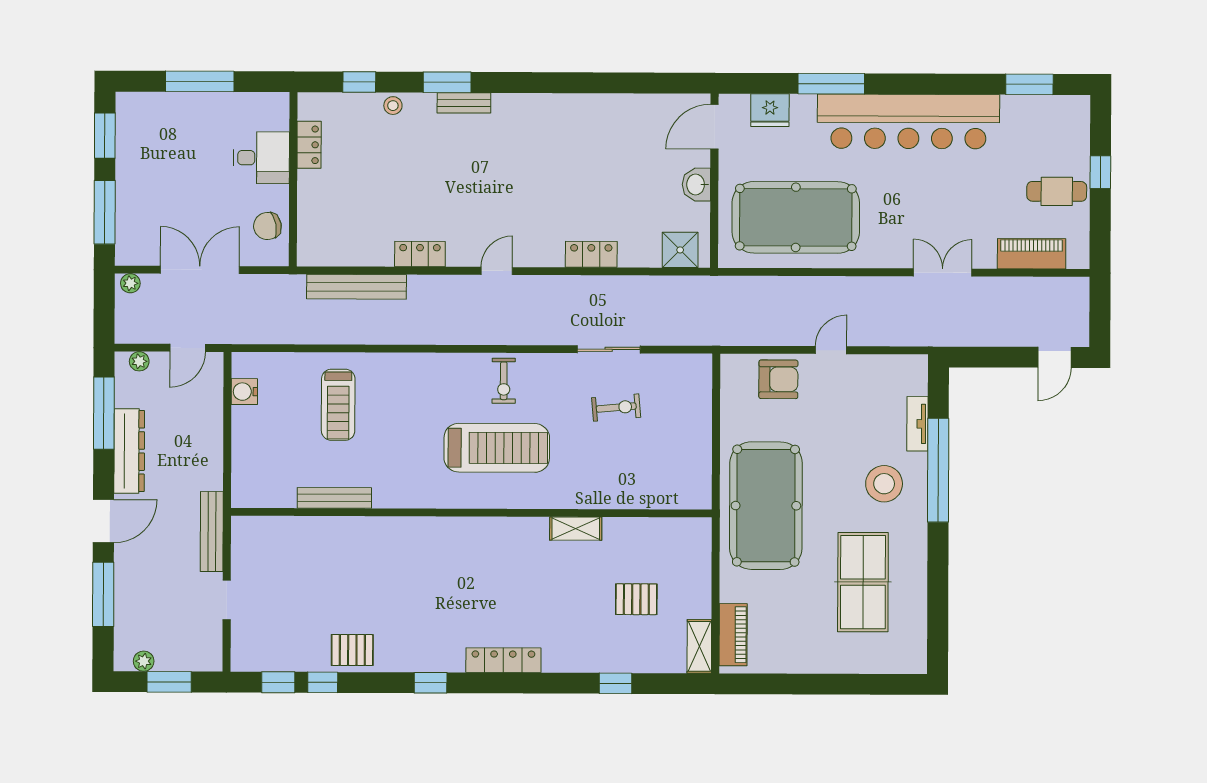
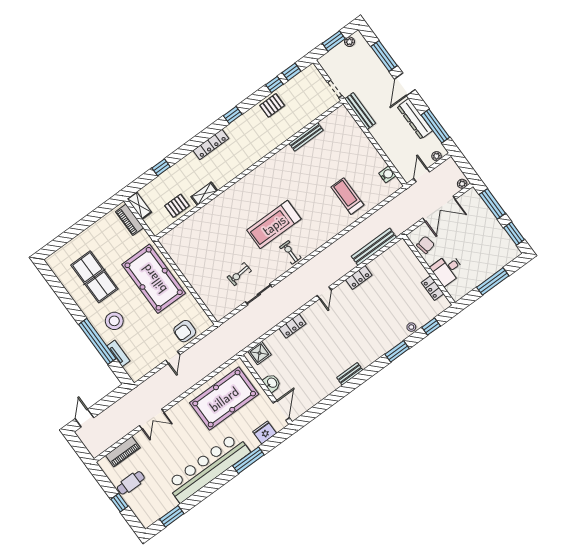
bench: (464, 103) -> (350, 374), moved
bench: (334, 498) -> (306, 137), moved
wall: (471, 513) -> (249, 170), moved
shelving: (576, 529) -> (204, 194), moved

